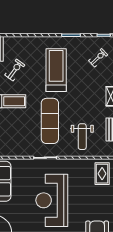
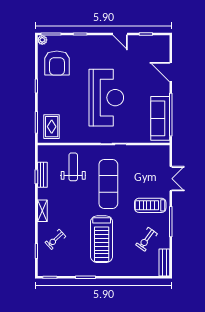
exercise bike: (98, 58) -> (55, 239), moved

